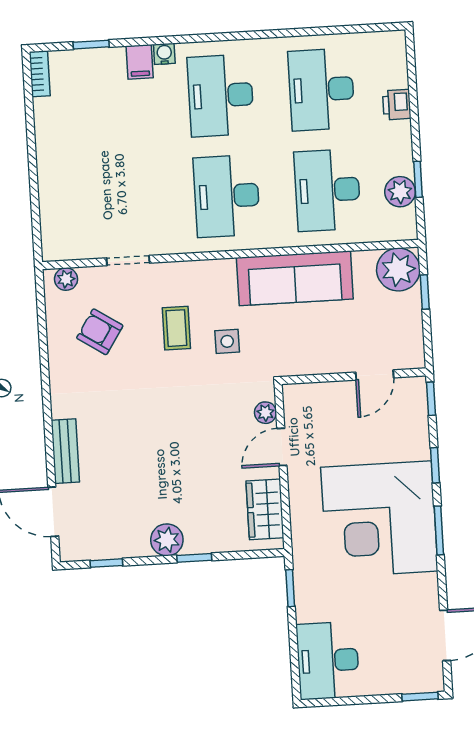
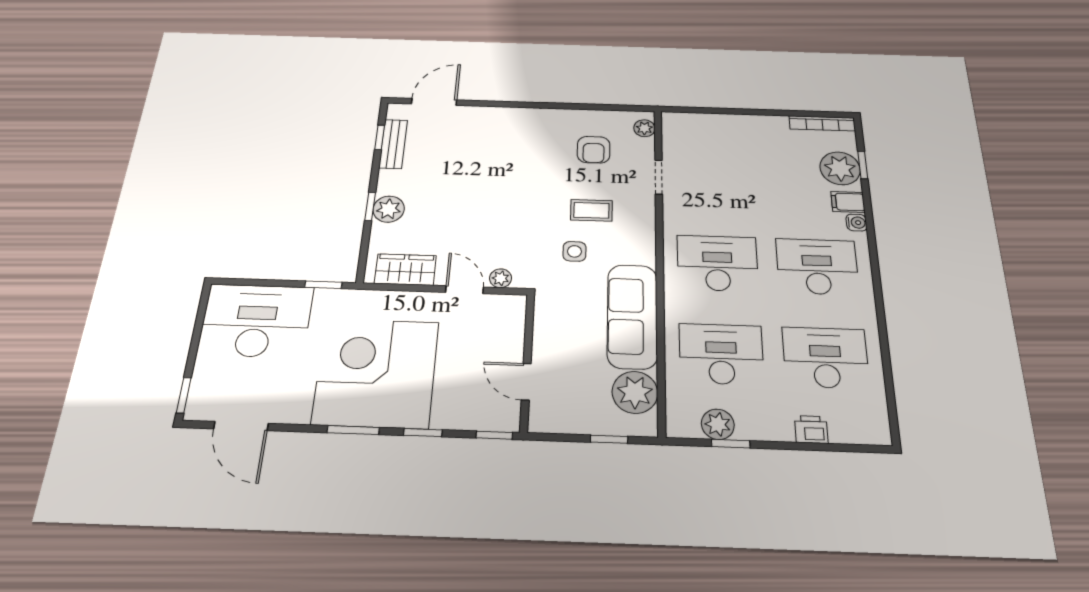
plant: (98, 69) -> (840, 168), added
bookcase: (40, 74) -> (822, 123), width x1.56
plant: (398, 270) -> (635, 392), moved
armchair: (100, 332) -> (594, 150), turned 147
bench: (65, 451) -> (393, 144), moved, turned 90
plant: (167, 540) -> (389, 209), moved
desk: (328, 661) -> (256, 321), width x1.36, depth x1.30

